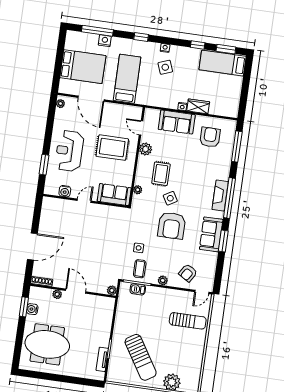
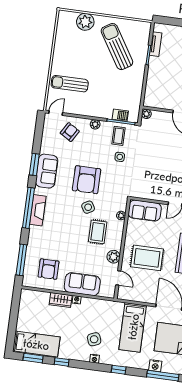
armchair: (172, 226) -> (87, 180), turned 180

